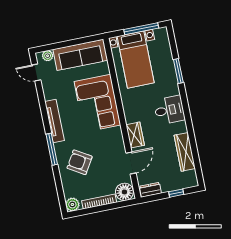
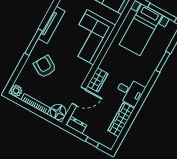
desk: (169, 110) -> (130, 92), moved

